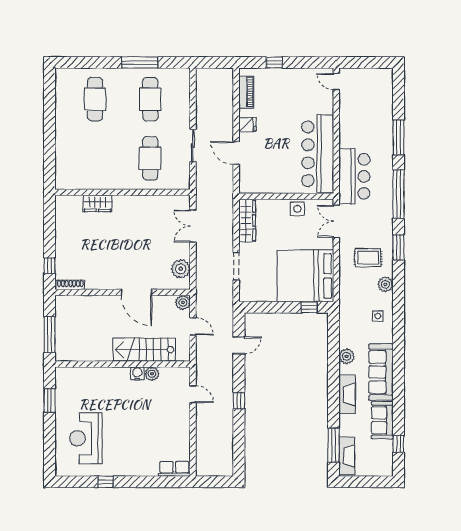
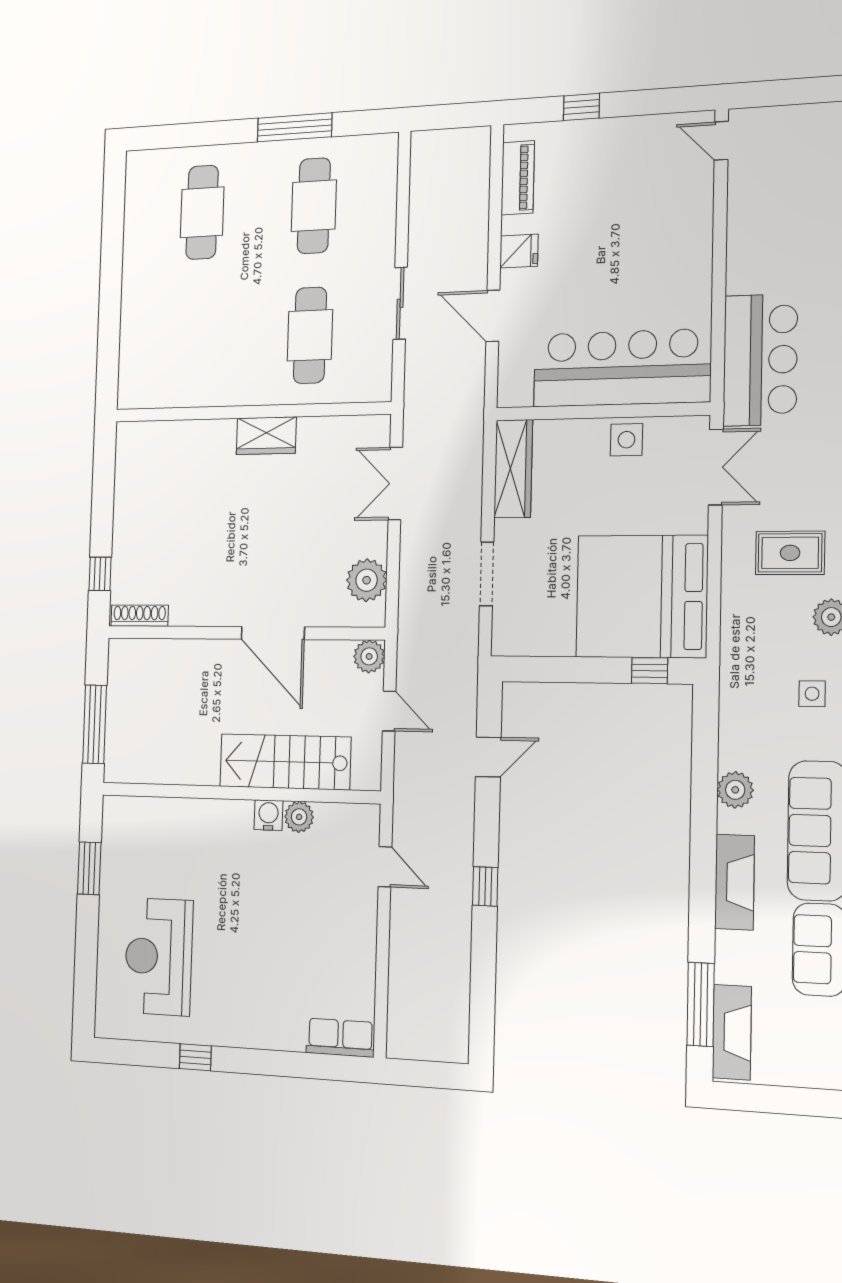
bar counter: (318, 154) -> (622, 368), moved, turned 90
wardrobe: (97, 203) -> (266, 436), moved
double door: (336, 221) -> (716, 467), swing flipped

